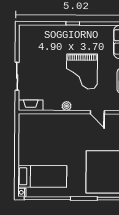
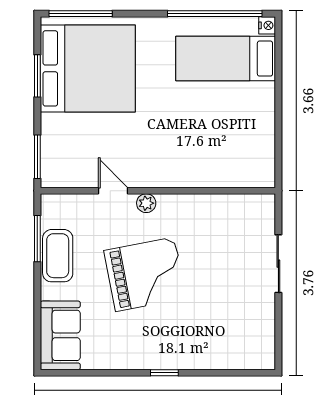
grand piano: (82, 71) -> (145, 274), turned 79
fireplace: (31, 105) -> (250, 204), removed
plant: (67, 106) -> (146, 203), moved

